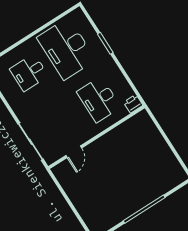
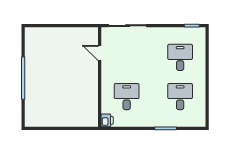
desk: (66, 49) -> (180, 97), width x0.53, depth x0.77
desk: (99, 100) -> (127, 97), width x0.73

